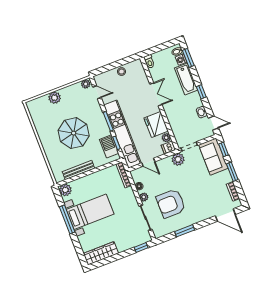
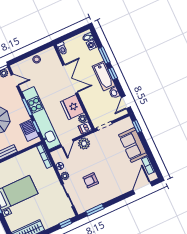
window: (188, 58) -> (104, 55), moved
bathtub: (186, 79) -> (104, 76), moved
double door: (156, 94) -> (70, 79), width x1.37
door: (213, 123) -> (126, 102), swing flipped
sofa: (213, 157) -> (133, 145), moved
plant: (178, 159) -> (84, 143), moved
door: (148, 162) -> (67, 143), hinge flipped
window: (232, 172) -> (146, 147), removed
armchair: (171, 203) -> (91, 180), width x0.53, depth x0.53
door: (225, 215) -> (142, 188), swing flipped
window: (185, 231) -> (95, 210), moved

